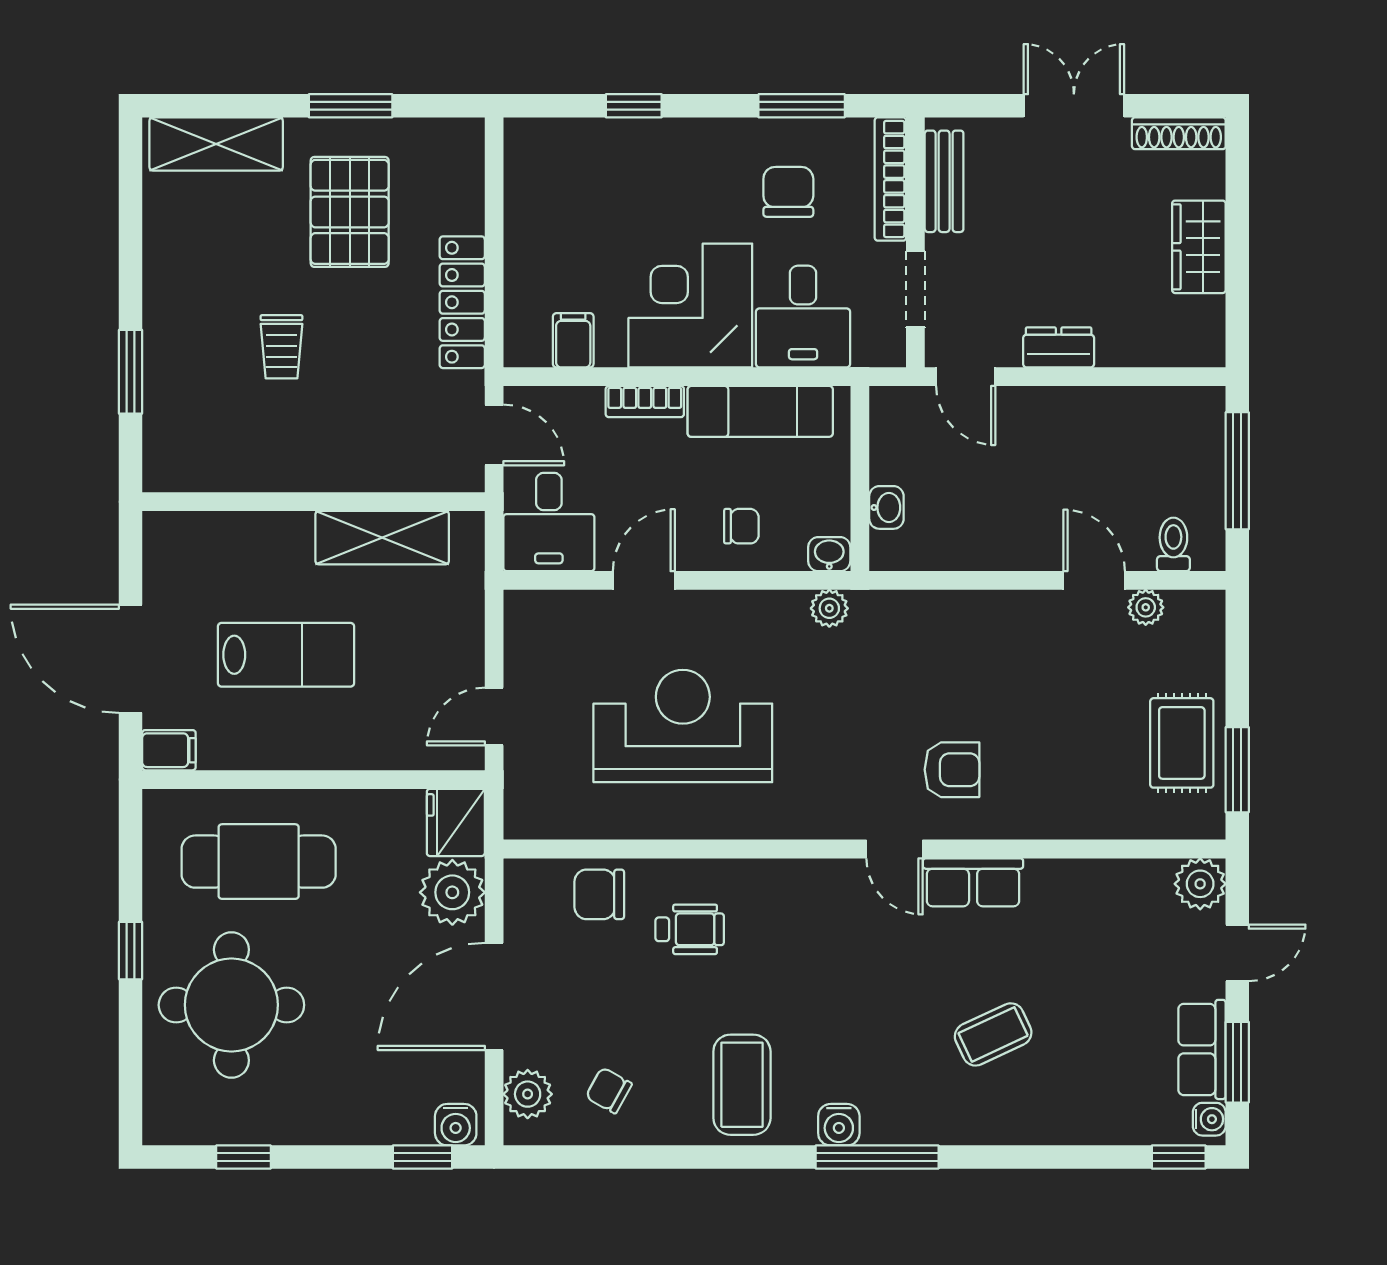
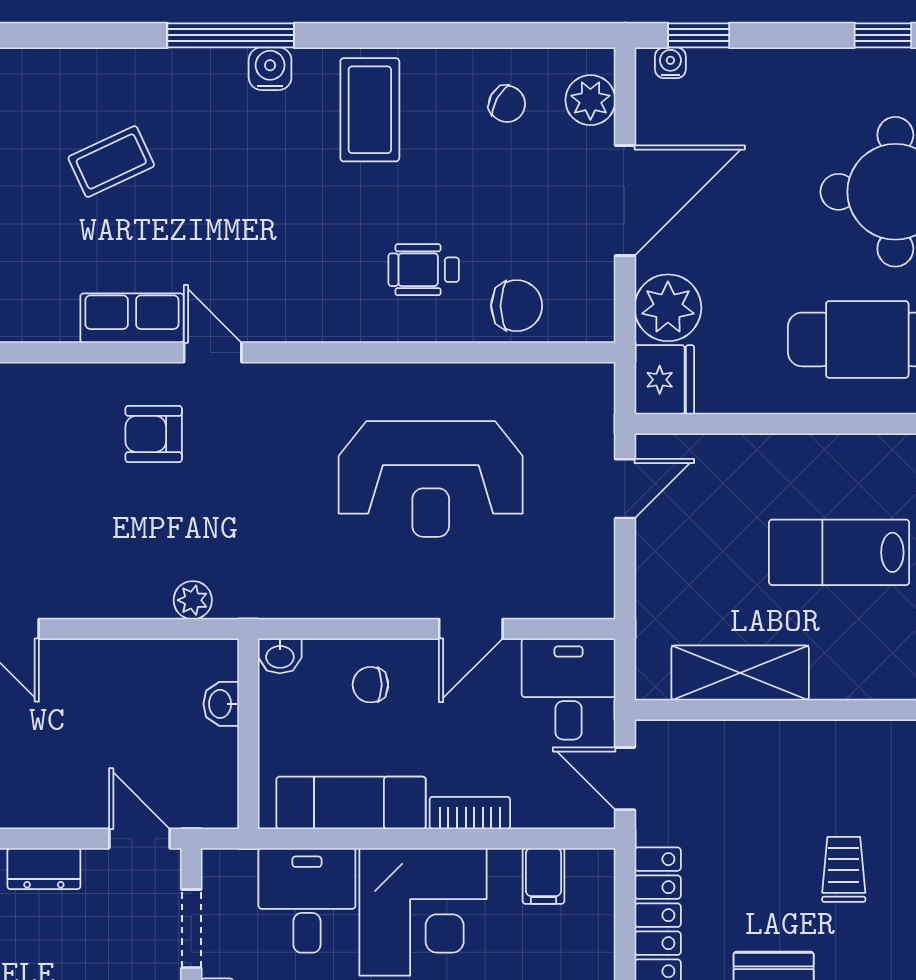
plant: (829, 608) -> (193, 600), moved
water cooler: (456, 1125) -> (670, 63), width x0.72, depth x0.72

